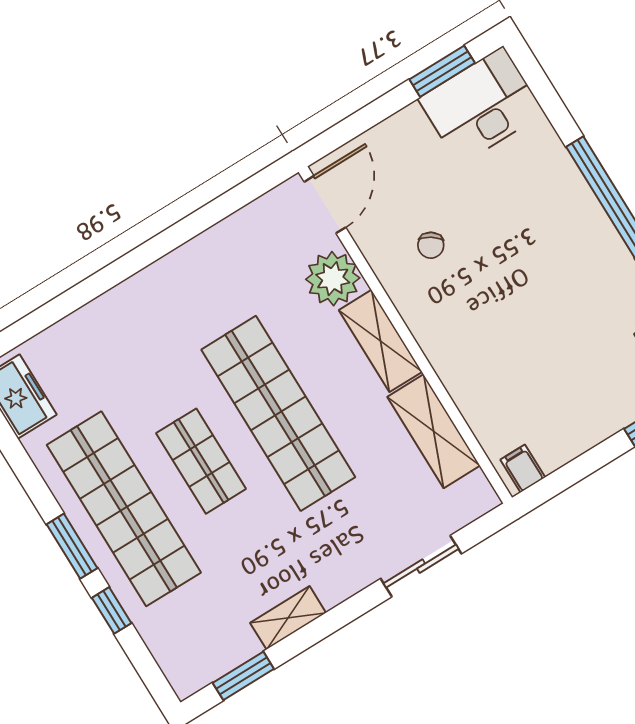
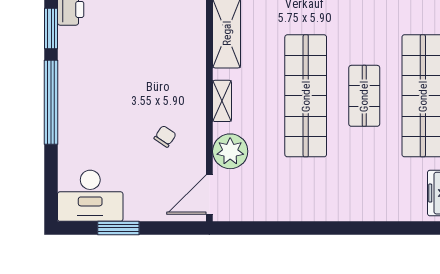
window: (442, 71) -> (118, 228), moved
shelving: (380, 341) -> (222, 101), width x0.67, depth x0.75

